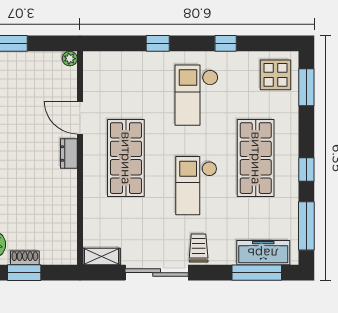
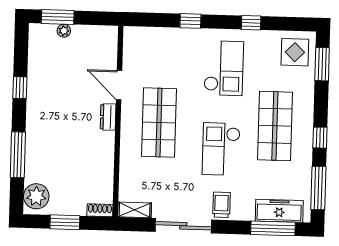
plant: (70, 59) -> (64, 31), moved
checkout: (197, 95) -> (224, 68), turned 180
shoe rack: (25, 258) -> (100, 210), moved

